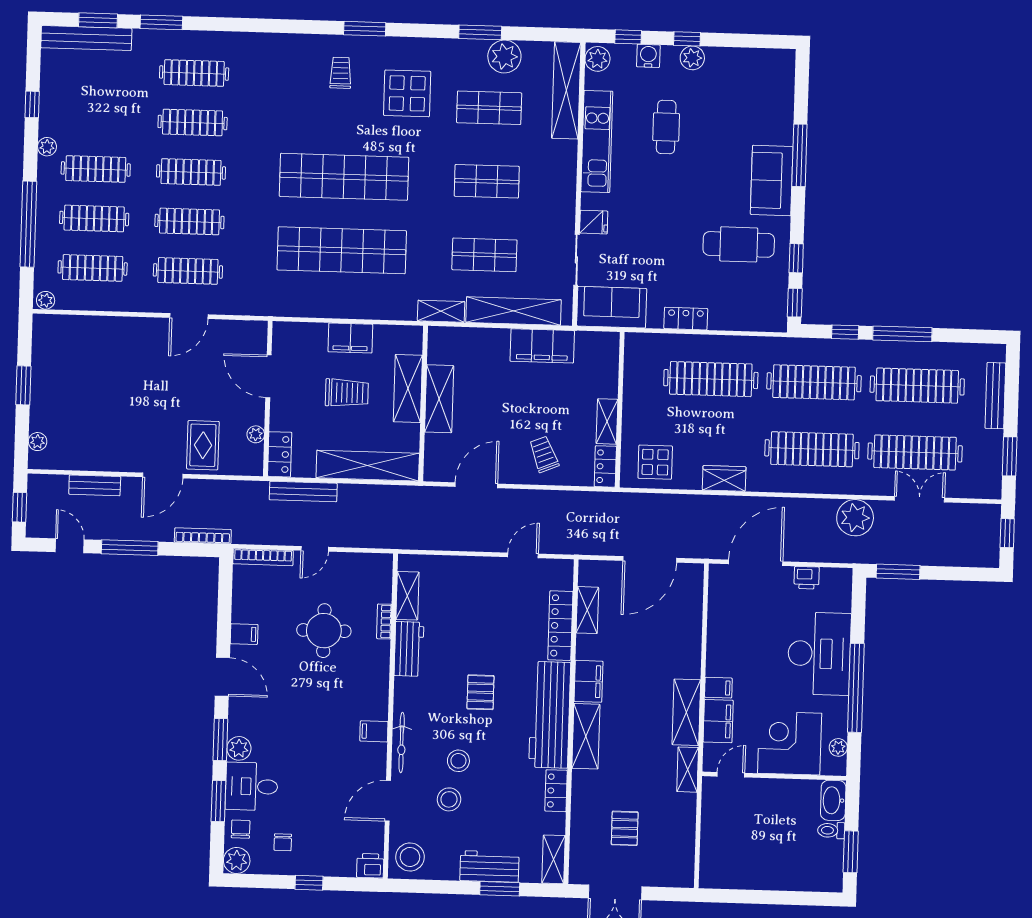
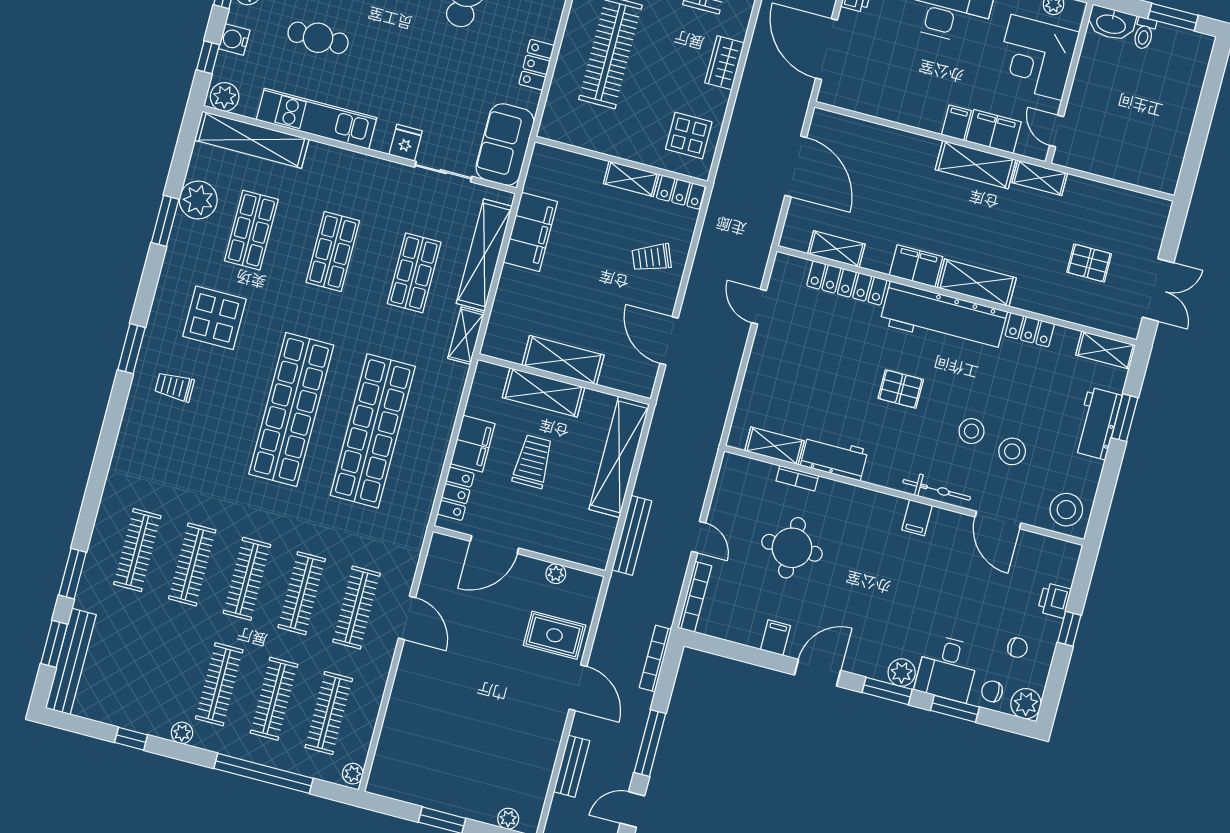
locker: (280, 454) -> (456, 494), moved, turned 90
printer: (370, 866) -> (1054, 600), moved

